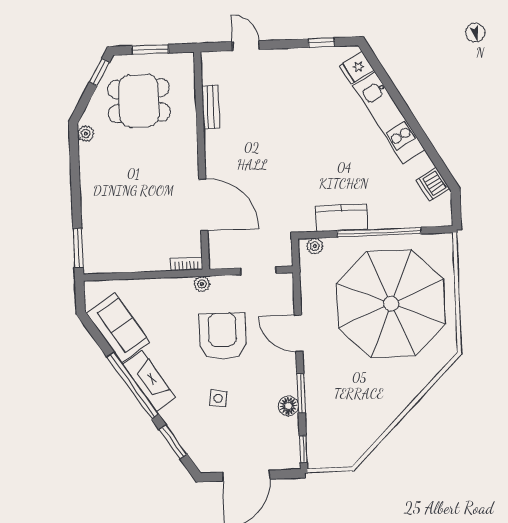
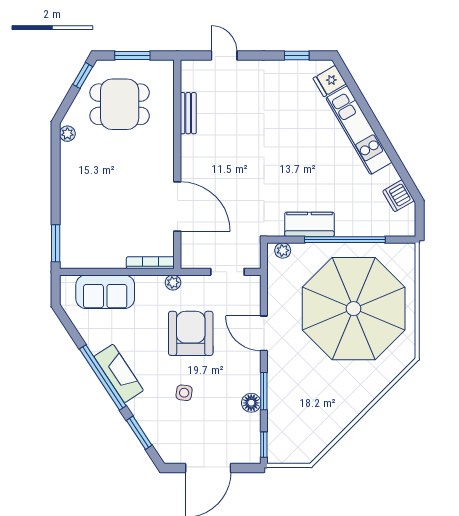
bookcase: (187, 264) -> (150, 263), width x1.56
sofa: (118, 328) -> (105, 292), moved, turned 123

